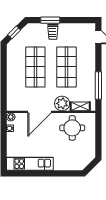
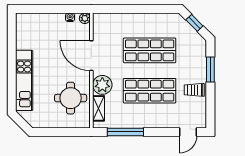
trolley: (53, 32) -> (194, 90), moved
kitchen unit: (30, 164) -> (24, 80), moved

